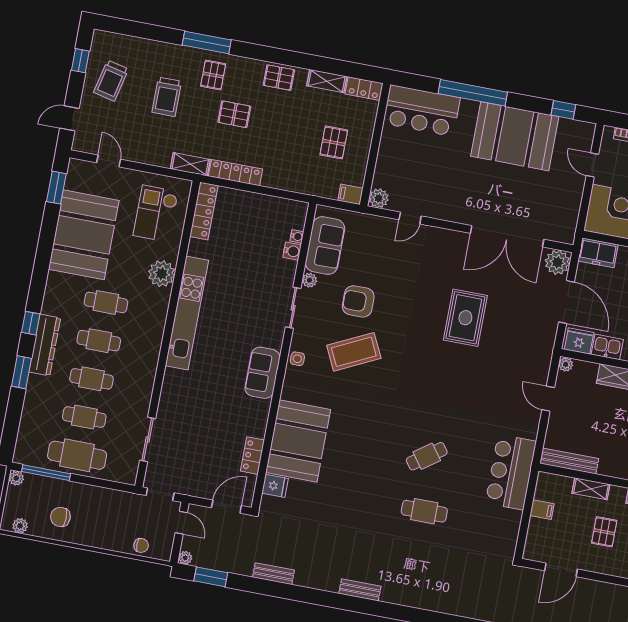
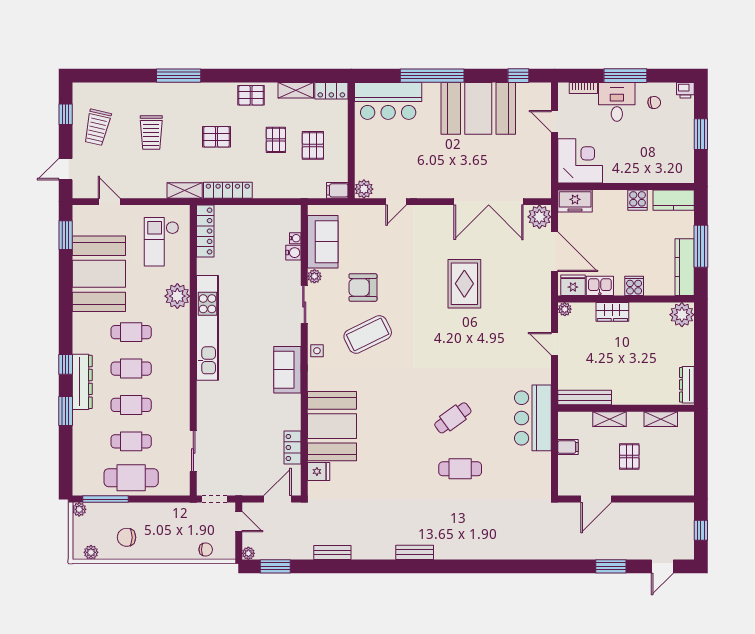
pallet: (213, 75) -> (276, 140), moved

